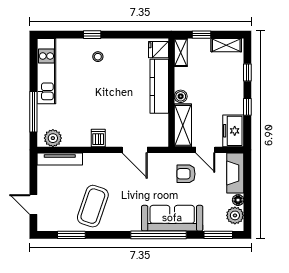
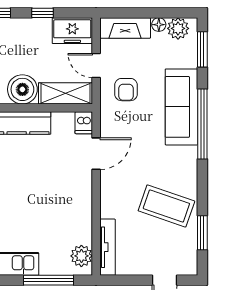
boiler: (181, 96) -> (22, 89), width x1.86, depth x1.86
dishwasher: (98, 138) -> (84, 123), moved, turned -90
door: (205, 150) -> (96, 66), swing flipped

